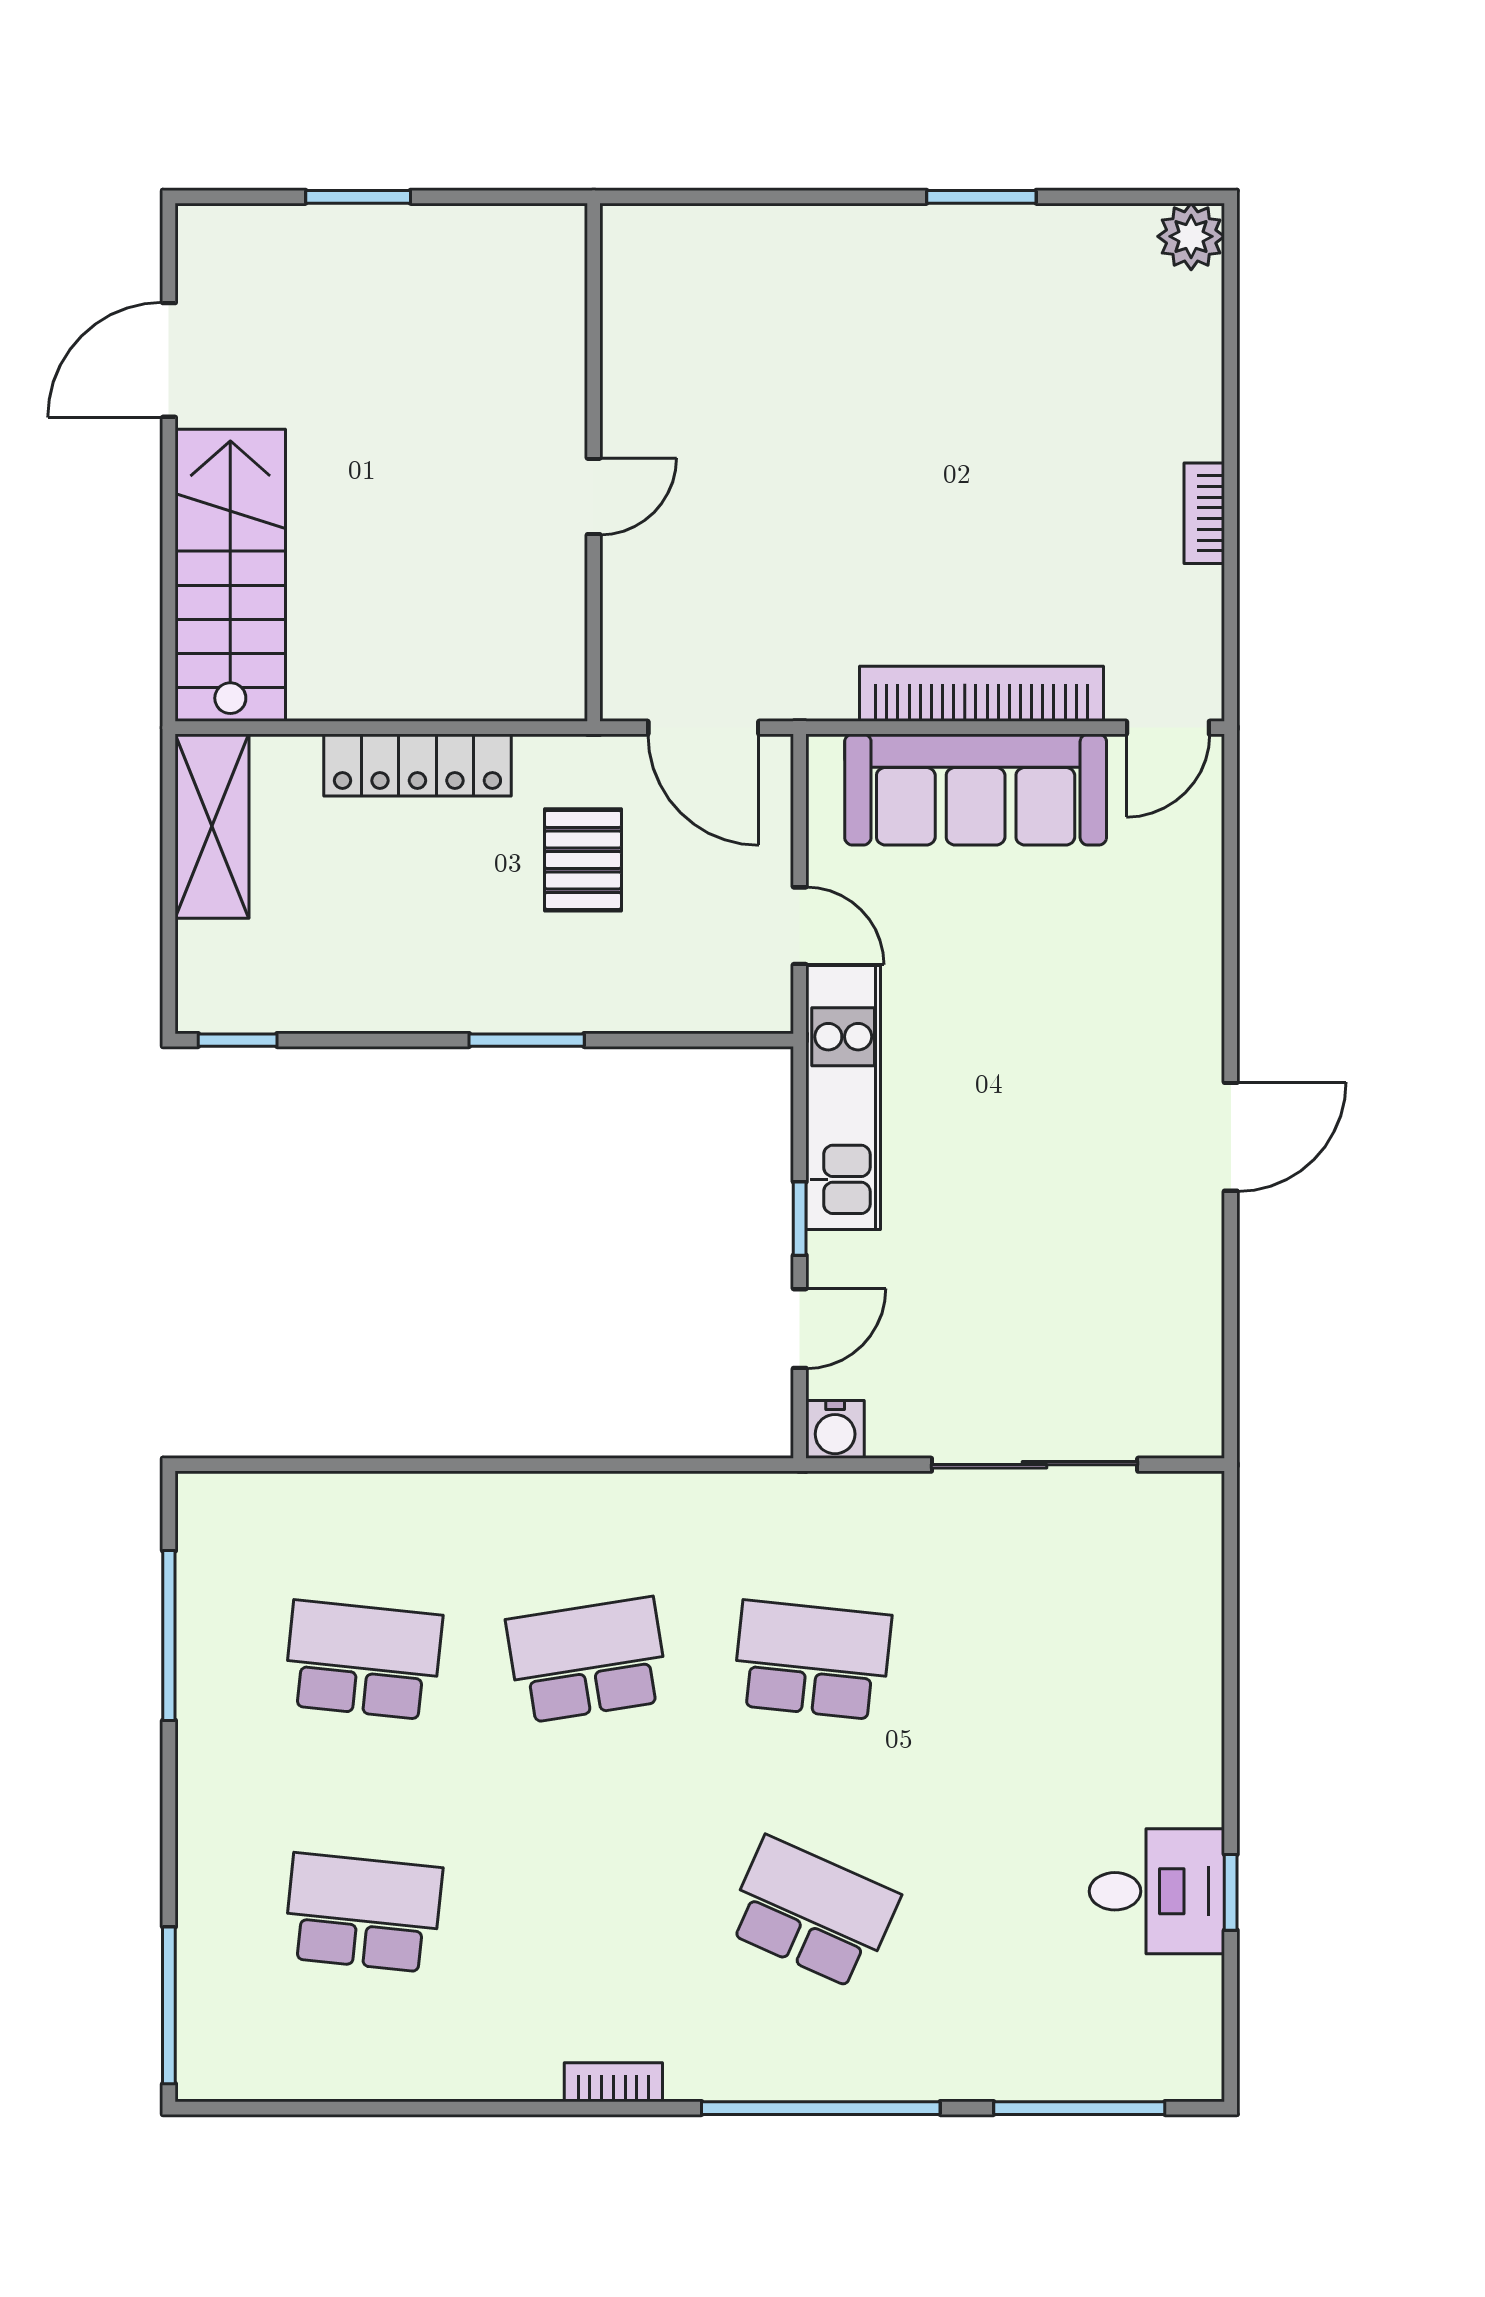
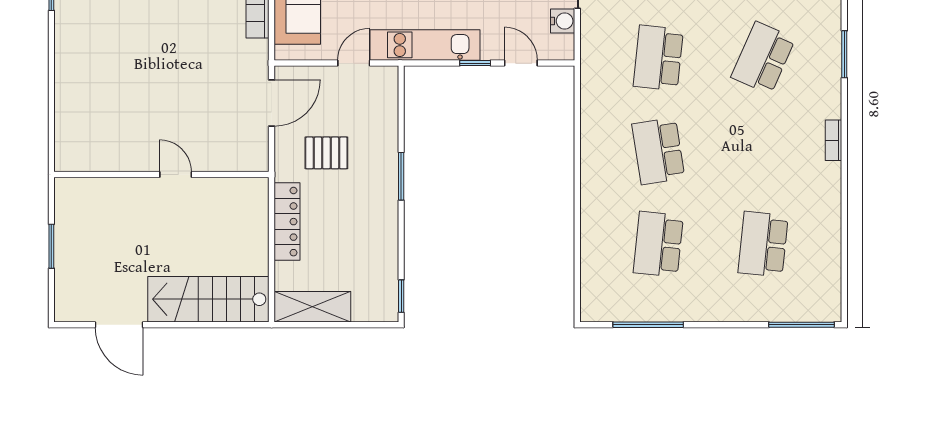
wall: (594, 462) -> (161, 174), moved
door: (594, 496) -> (176, 174), moved
water cooler: (835, 1429) -> (563, 21), moved
window: (821, 2108) -> (844, 54), width x0.47

